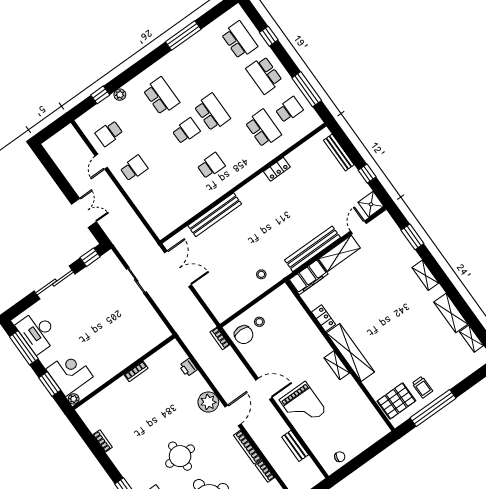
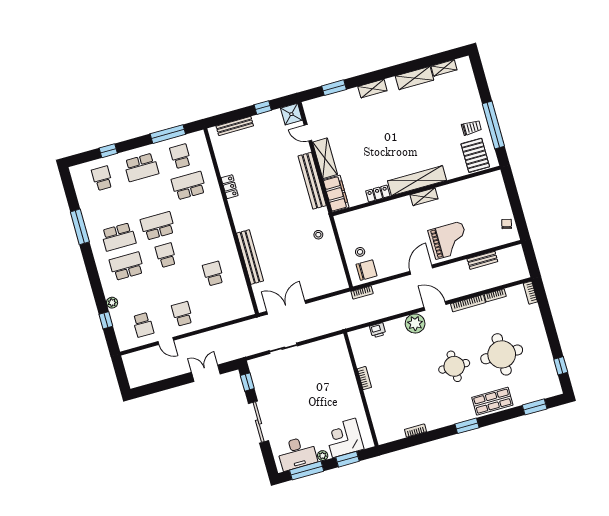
school desk: (239, 40) -> (102, 178), width x0.54
school desk: (187, 77) -> (119, 237), added
school desk: (211, 166) -> (213, 274), moved
plant: (74, 399) -> (323, 456), moved

